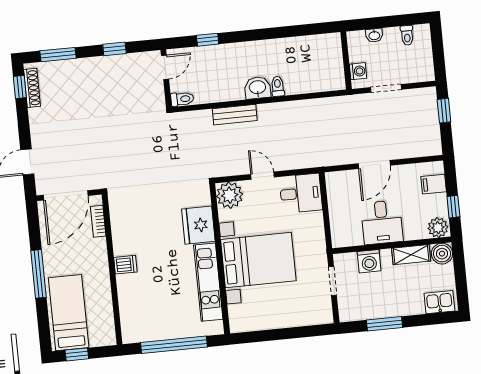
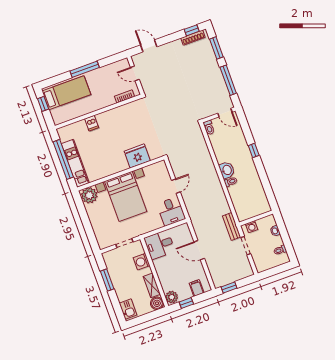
window: (208, 40) -> (254, 150), moved
window: (114, 49) -> (228, 80), width x2.17
window: (444, 111) -> (229, 287), moved
bench: (235, 115) -> (232, 226), moved
door: (66, 195) -> (135, 73), width x0.53
plant: (230, 195) -> (89, 195), moved
desk: (382, 222) -> (160, 245), moved
dishwasher: (125, 265) -> (92, 123), moved
kitchen unit: (208, 282) -> (75, 163), moved, turned 90

